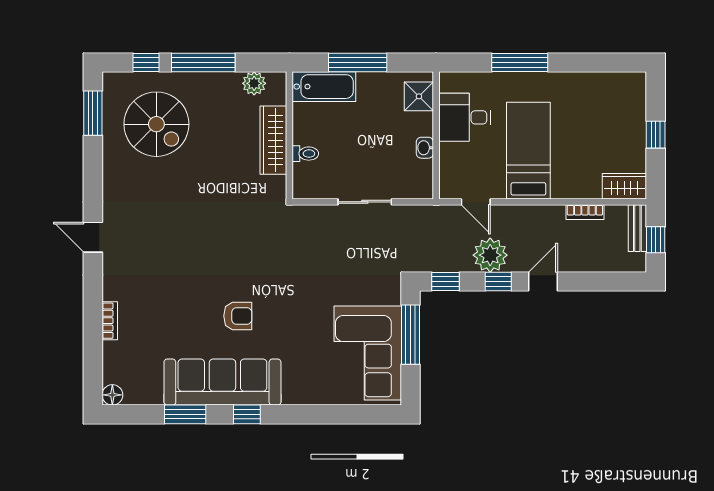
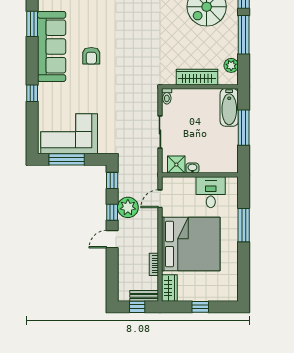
shower: (419, 96) -> (176, 165), moved
bed: (528, 151) -> (191, 244), width x2.04
toilet: (305, 154) -> (167, 96), moved
door: (543, 282) -> (112, 239), swing flipped
window: (410, 335) -> (67, 159), moved
window: (247, 414) -> (32, 93), moved

